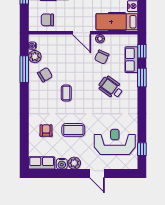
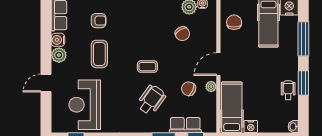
chair: (45, 75) -> (182, 34), moved
coffee table: (66, 93) -> (147, 67), moved
reception desk: (115, 142) -> (85, 105), turned 180

